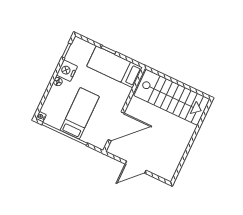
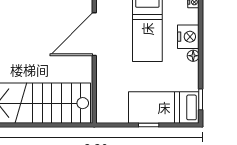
bed: (115, 67) -> (164, 107), moved, turned 180
nightstand: (67, 71) -> (188, 37), moved

